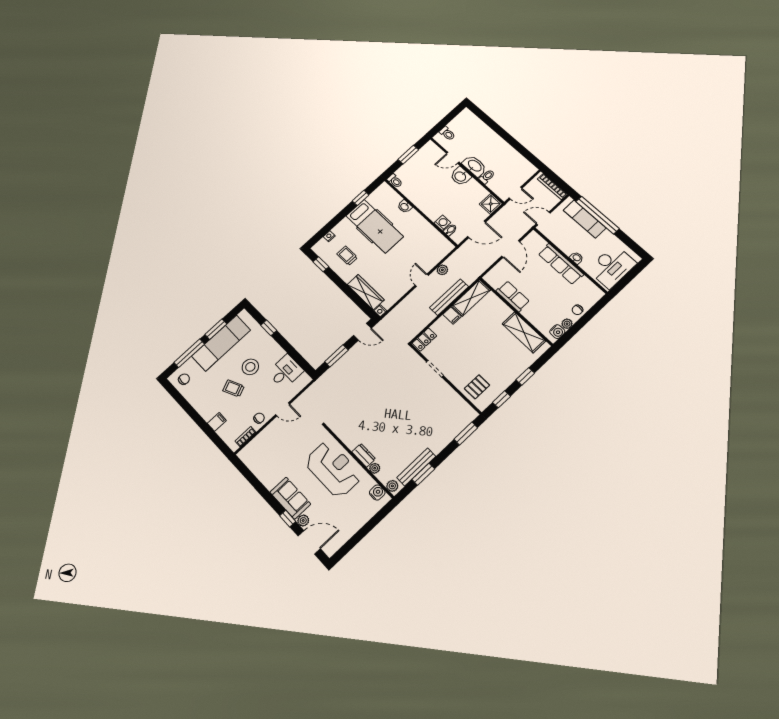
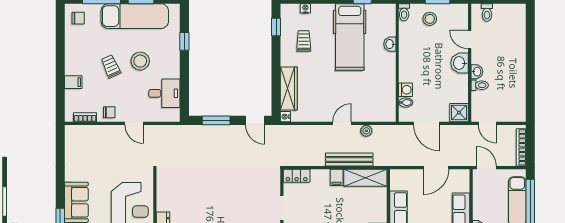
washbasin: (474, 166) -> (477, 72), width x0.52, depth x0.69
stool: (415, 170) -> (430, 19), added

